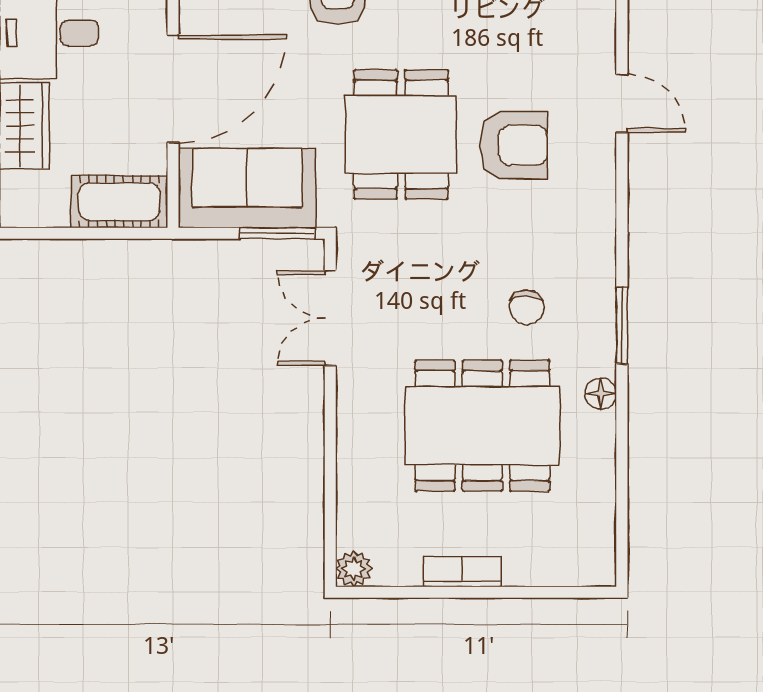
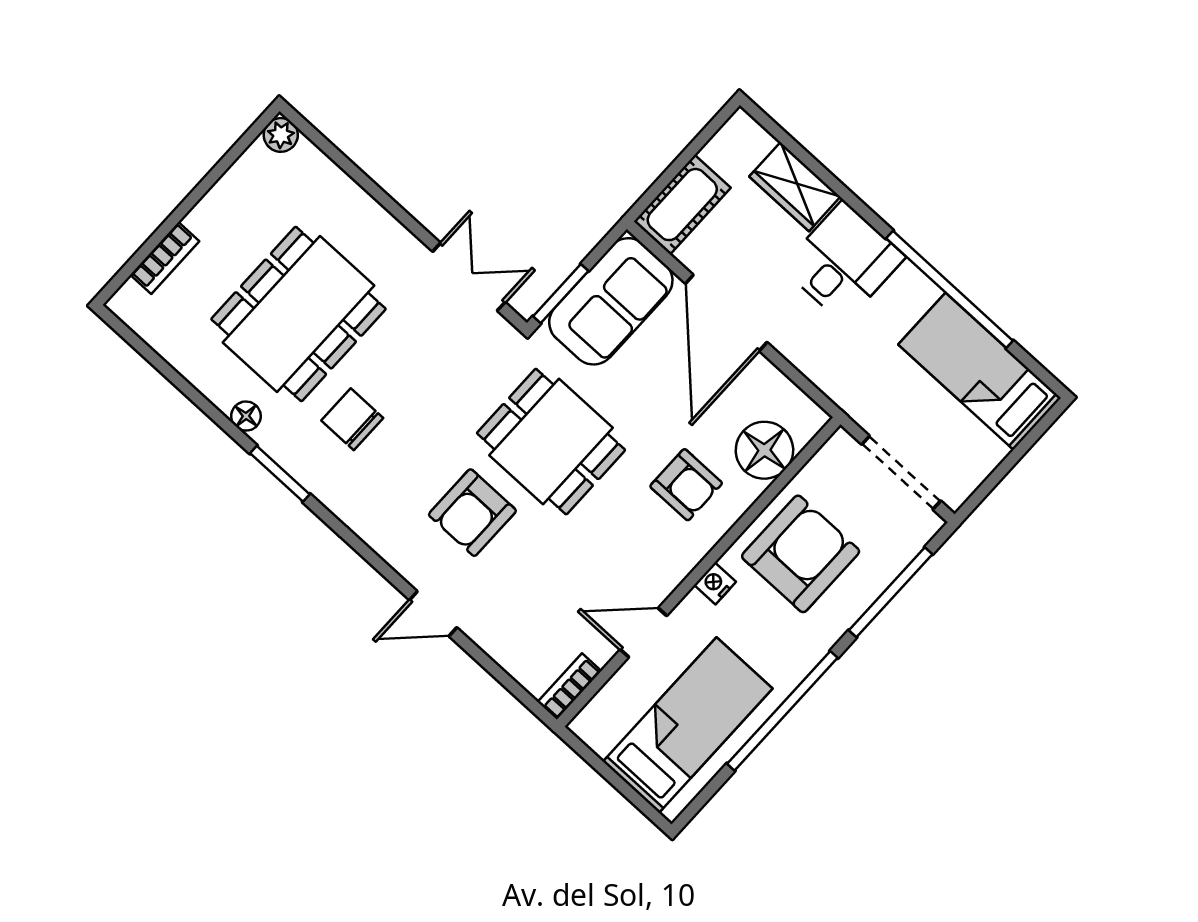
chair: (527, 307) -> (352, 419), width x1.37, depth x1.37
bookcase: (462, 572) -> (165, 258), moved

